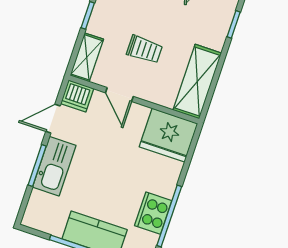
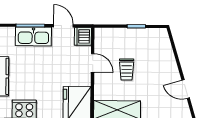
shelving: (87, 57) -> (109, 34), removed
door: (119, 95) -> (93, 63), swing flipped

